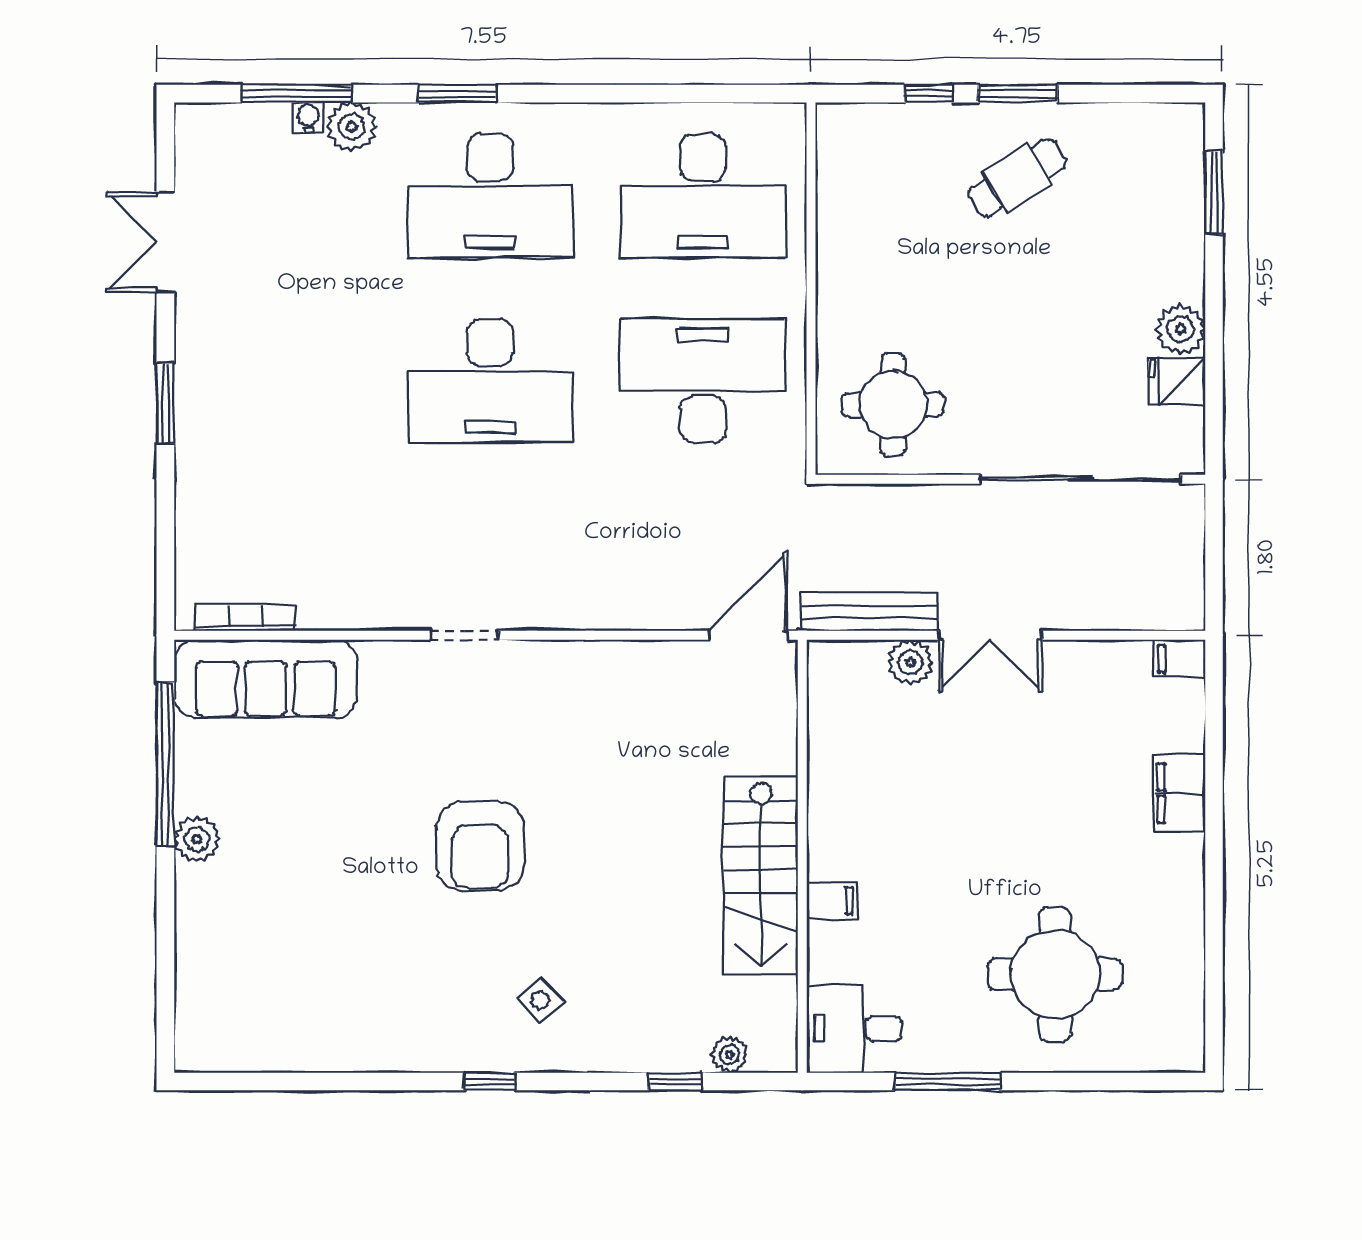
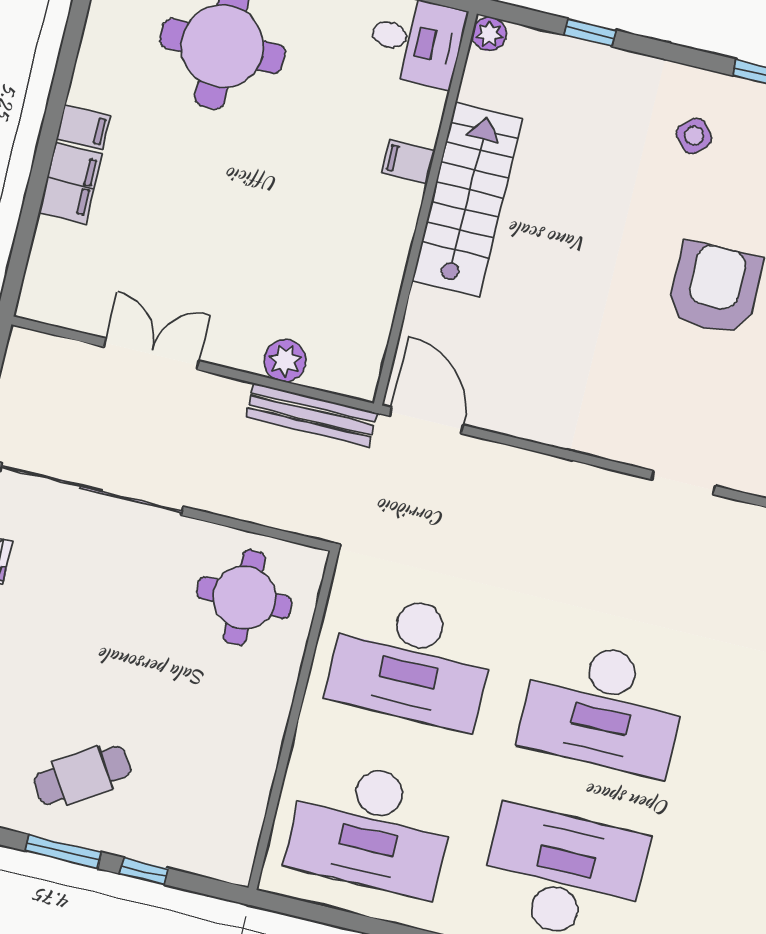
desk: (703, 196) -> (371, 828), turned 180
desk: (490, 381) -> (604, 707), turned 180
door: (748, 635) -> (426, 420), swing flipped
double door: (990, 635) -> (151, 354), moved
filing cabinet: (1180, 659) -> (83, 127), moved
plant: (730, 1055) -> (489, 34), moved

